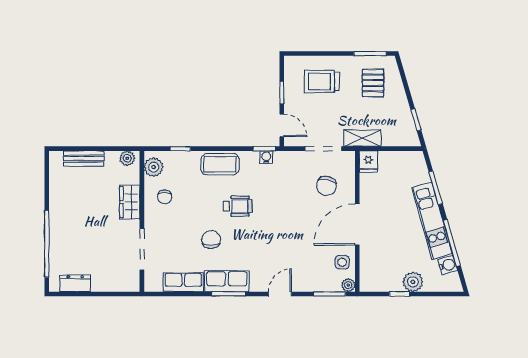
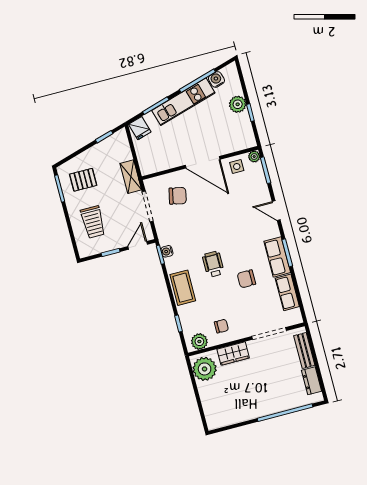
bench: (84, 158) -> (304, 351), moved
plant: (127, 158) -> (205, 369), width x1.87, depth x1.87
fridge: (368, 162) -> (140, 128), moved, turned 74

